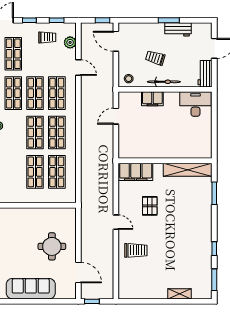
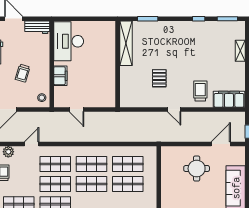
bicycle: (164, 82) -> (45, 65), removed
desk: (195, 104) -> (69, 41), width x1.36, depth x1.30
filing cabinet: (136, 172) -> (229, 99), moved, turned -90
pallet: (150, 206) -> (159, 78), turned 90
door: (116, 222) -> (174, 109), swing flipped

